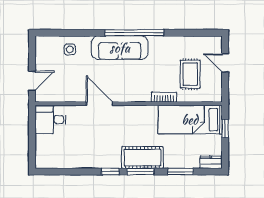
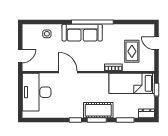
desk: (51, 120) -> (37, 92), width x1.87, depth x1.30

